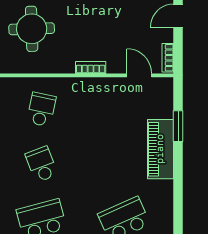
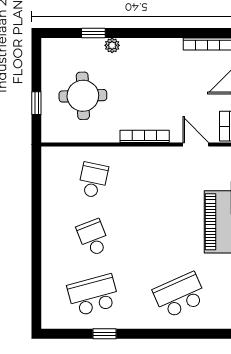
bookcase: (91, 67) -> (145, 136), width x1.56

